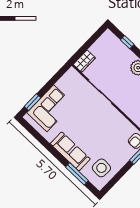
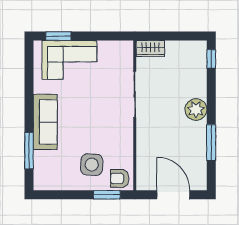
window: (127, 42) -> (211, 59), moved
side table: (101, 168) -> (92, 165), moved

